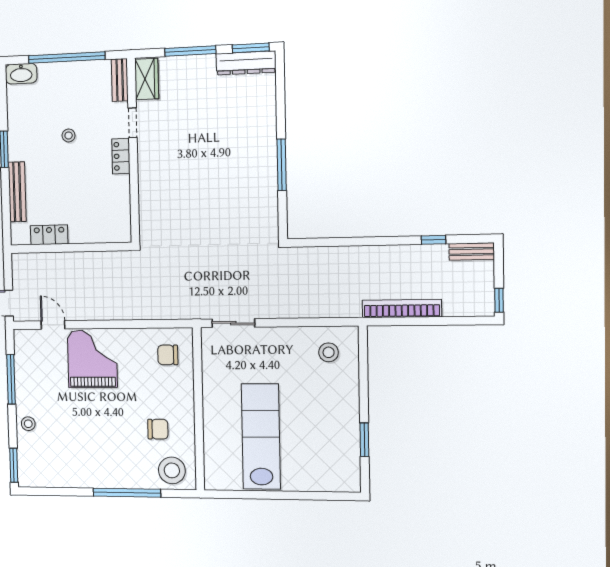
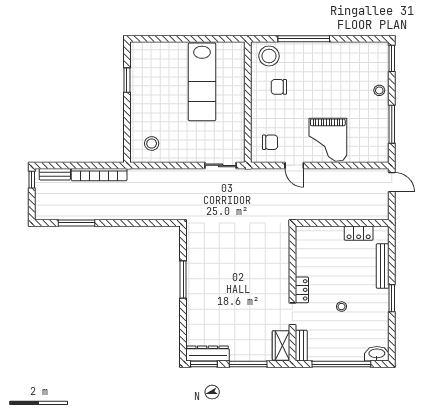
window: (434, 240) -> (76, 223), width x2.17
bench: (472, 251) -> (55, 174), moved
door: (53, 325) -> (294, 165), moved

